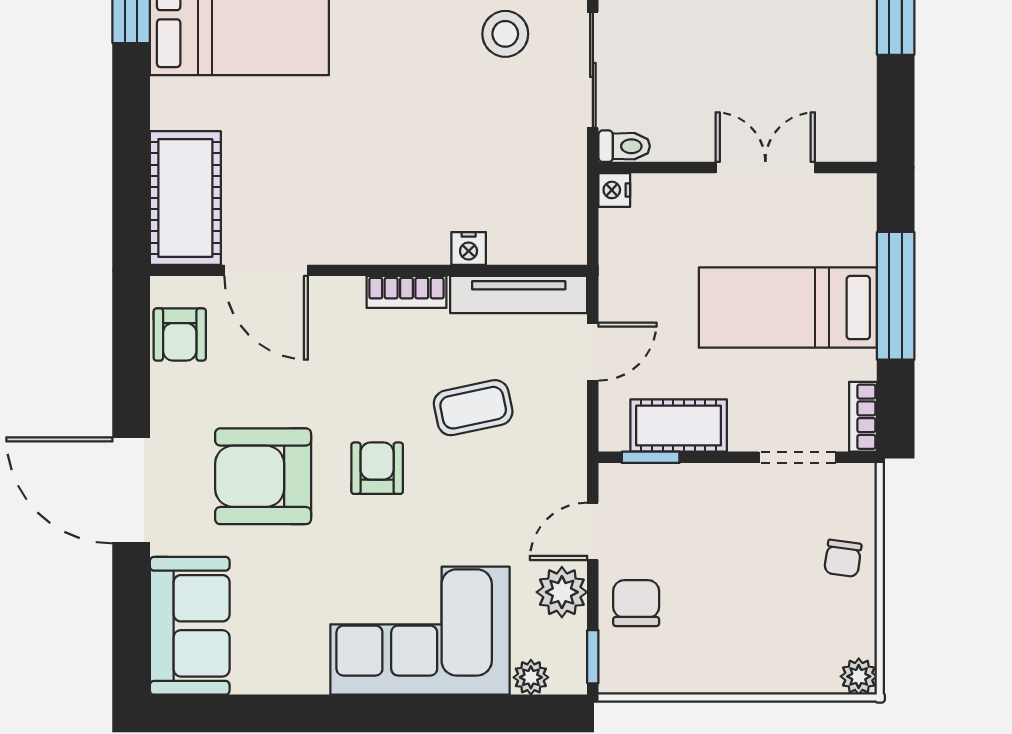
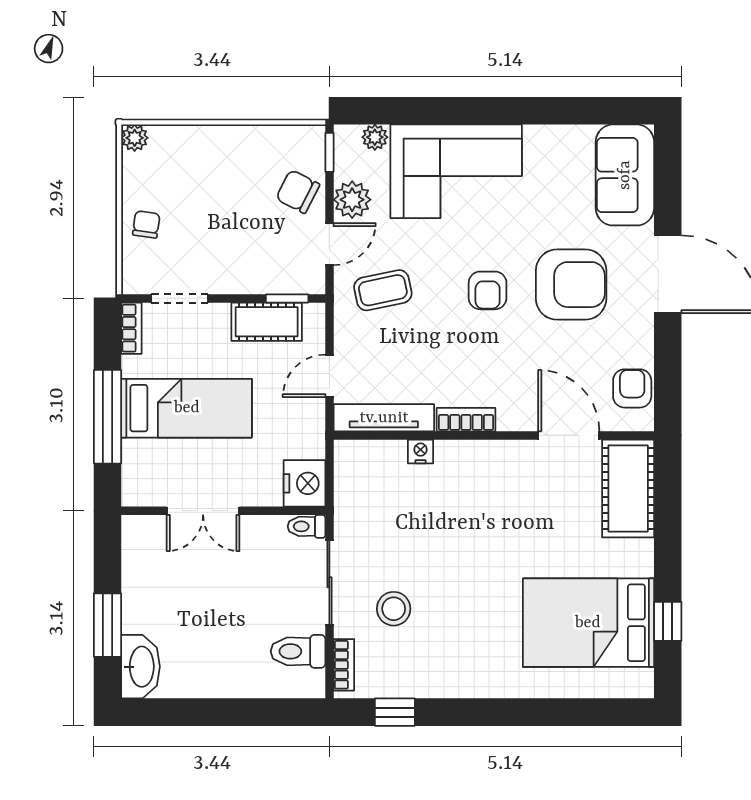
nightstand: (614, 190) -> (304, 483), width x1.89, depth x1.79
coffee table: (473, 408) -> (383, 290), moved
chair: (636, 603) -> (298, 192), turned 117

